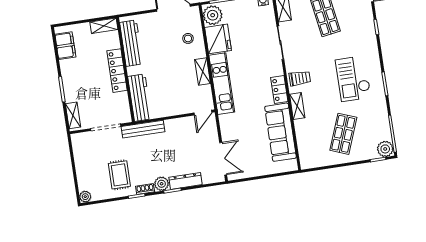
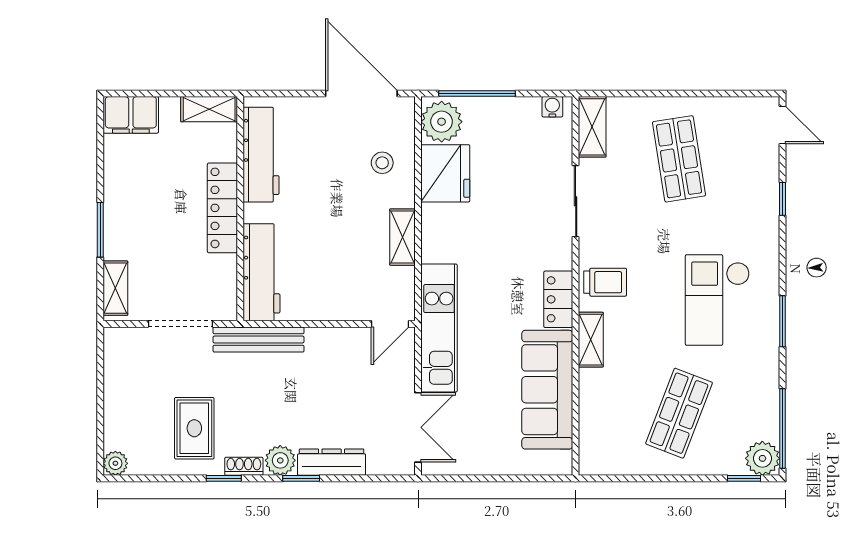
filing cabinet: (65, 46) -> (131, 115), moved, turned 90
kitchen unit: (222, 84) -> (439, 328), moved

